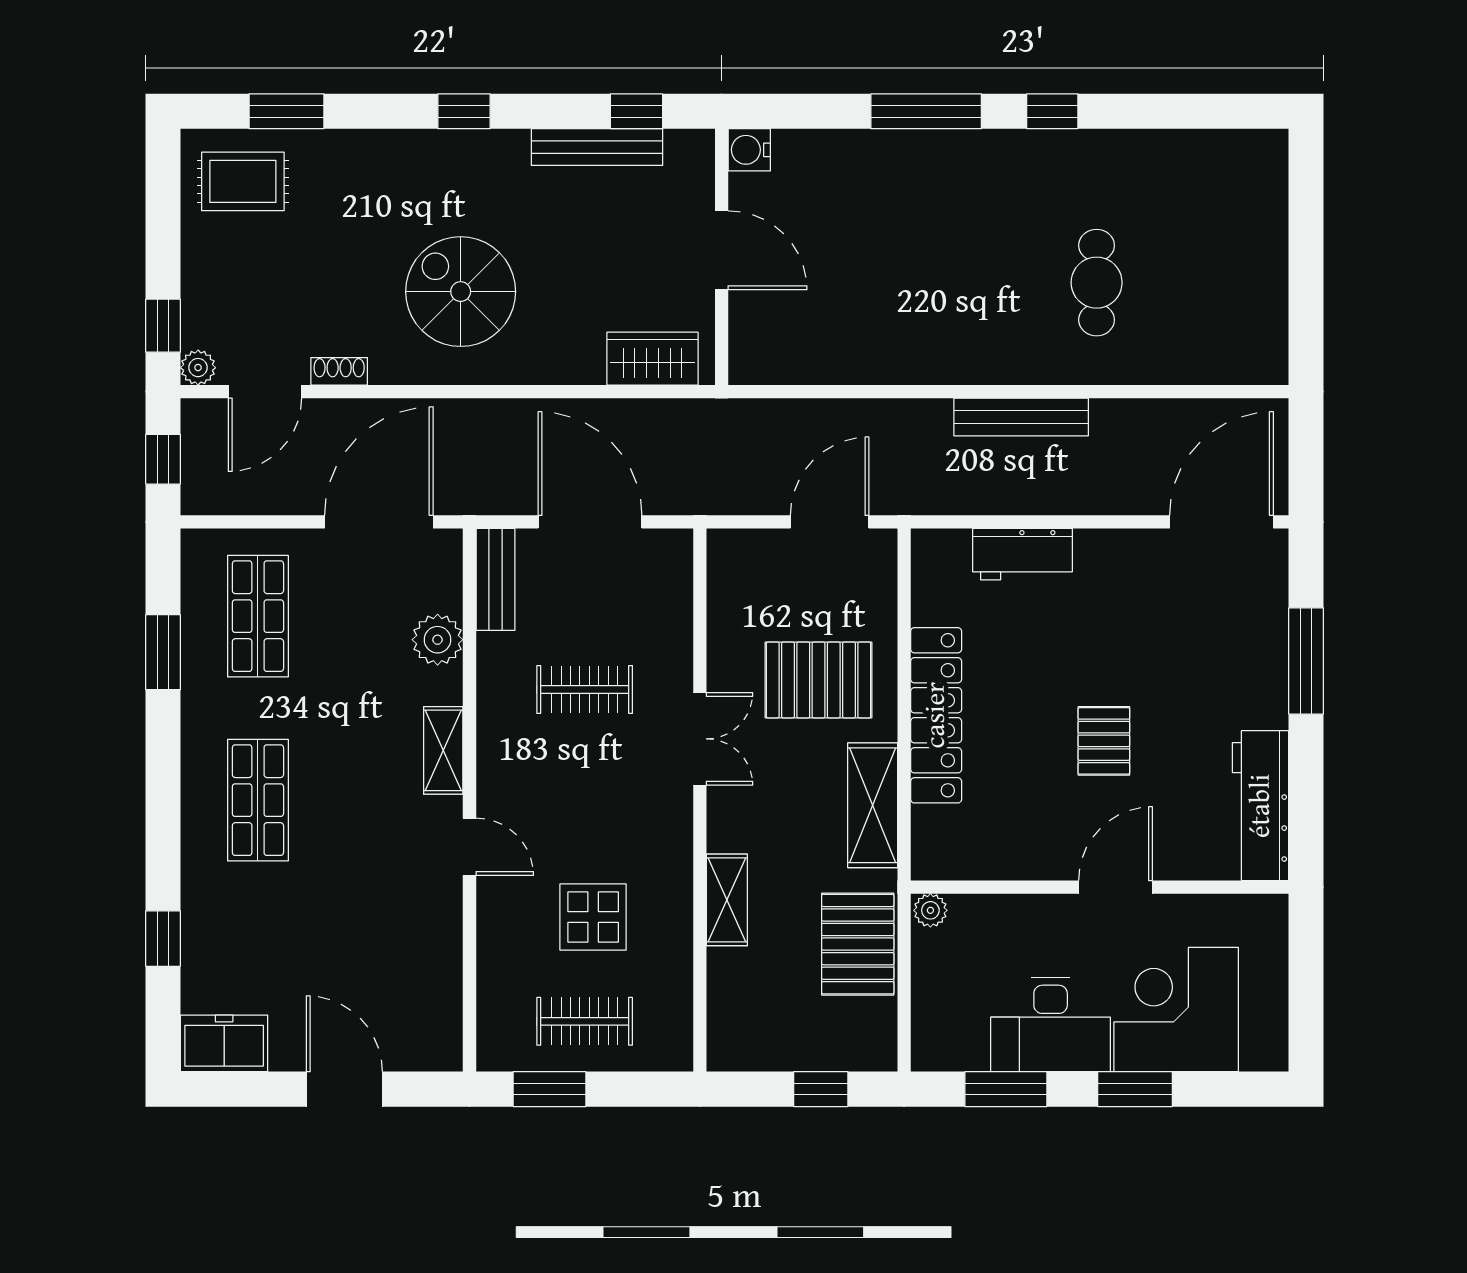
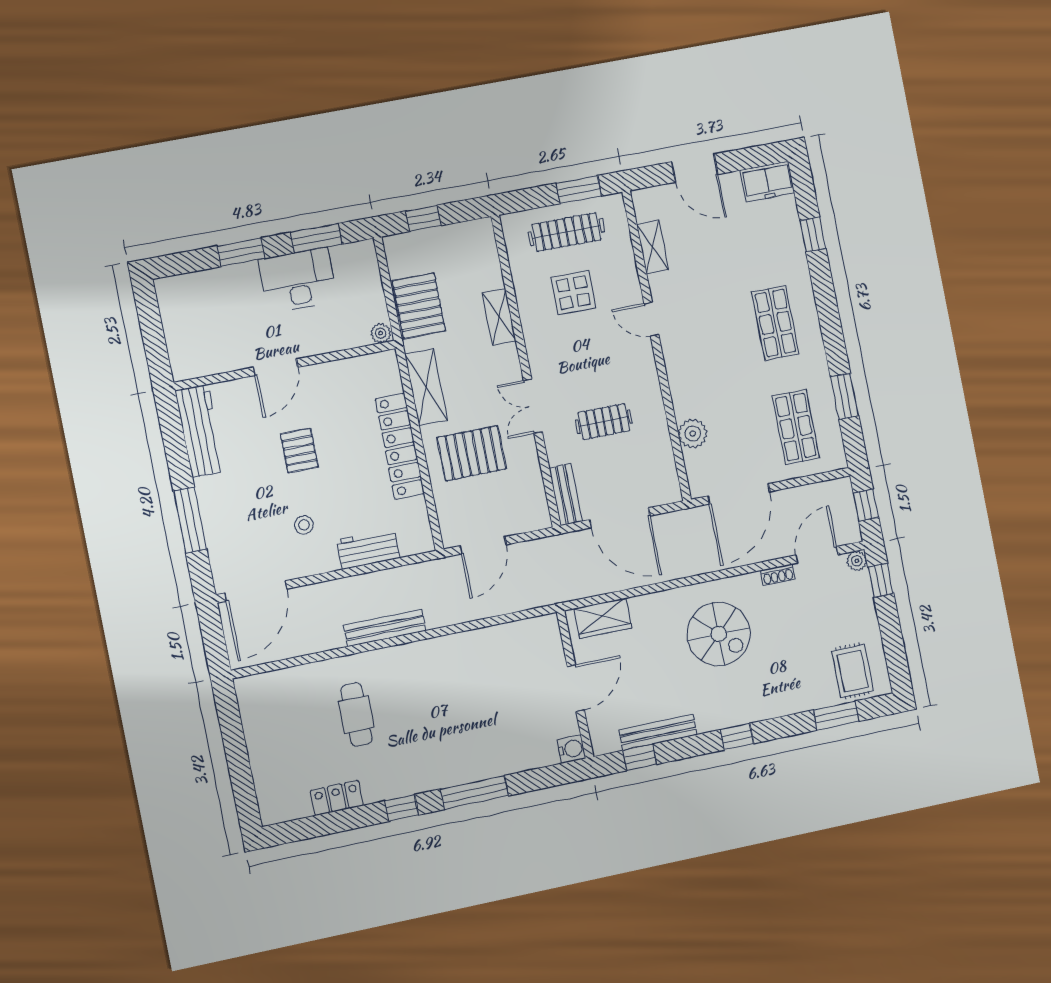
locker: (1156, 151) -> (337, 798), added
rug: (243, 181) -> (853, 671), turned 90
door: (722, 250) -> (576, 688), swing flipped
bench: (495, 579) -> (566, 495), moved
stool: (1121, 616) -> (304, 525), added
shelving: (443, 750) -> (652, 247), moved
corner desk: (1176, 1010) -> (226, 303), removed
clothes rail: (585, 1021) -> (566, 232), width x1.36

